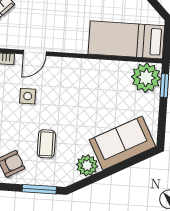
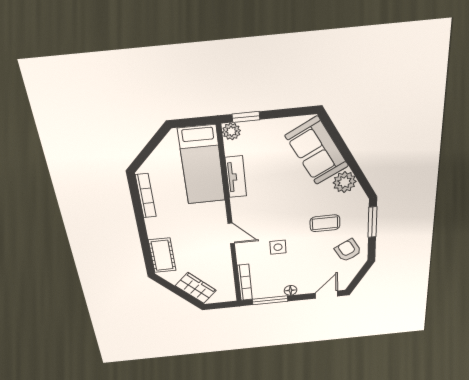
door: (35, 53) -> (231, 233), moved
tv unit: (110, 68) -> (236, 177), added
plant: (146, 78) -> (231, 131), width x0.53, depth x0.53

